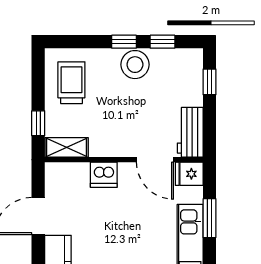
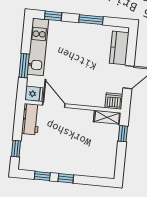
stool: (135, 65) -> (60, 164), removed
trolley: (71, 83) -> (100, 156), removed
dishwasher: (104, 175) -> (114, 101), moved

